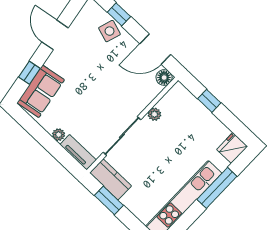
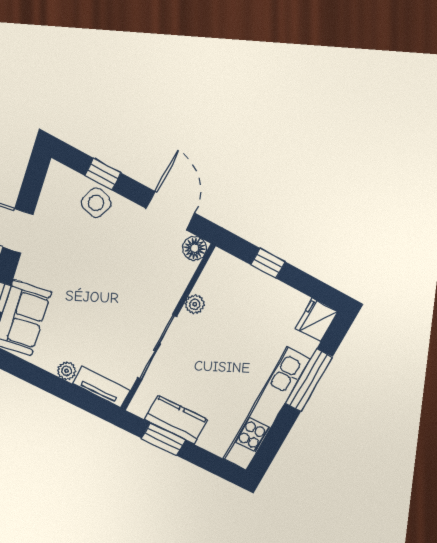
door: (155, 49) -> (171, 211), swing flipped
kitchen counter: (111, 179) -> (176, 420), moved

